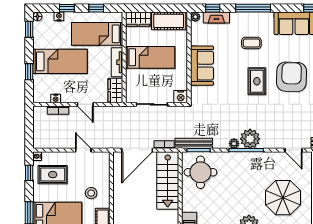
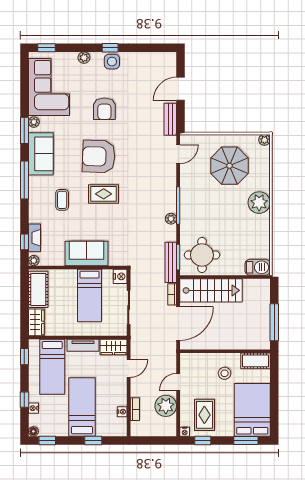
window: (96, 8) -> (24, 357), moved
window: (253, 8) -> (24, 180), moved
bed: (150, 57) -> (89, 296), moved, turned 180
door: (85, 104) -> (129, 368), moved
plant: (250, 139) -> (166, 406), moved
door: (137, 150) -> (178, 323), hinge flipped

